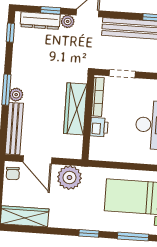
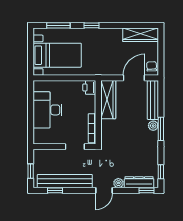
window: (51, 10) -> (146, 190), moved
wardrobe: (75, 109) -> (108, 100), moved
printer: (99, 127) -> (89, 87), moved
door: (37, 160) -> (134, 78), hinge flipped
plant: (69, 178) -> (109, 66), removed

